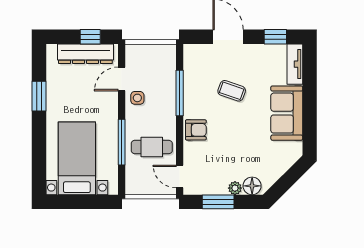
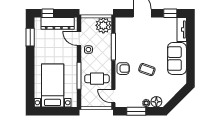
window: (90, 37) -> (48, 13), moved
plant: (163, 57) -> (103, 25), added
door: (122, 79) -> (79, 38), hinge flipped
coffee table: (232, 91) -> (147, 70), moved
window: (39, 96) -> (30, 37), moved

